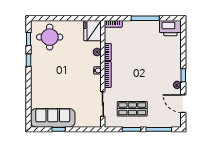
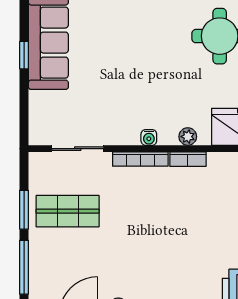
shop shelf: (132, 109) -> (68, 211), turned 90

